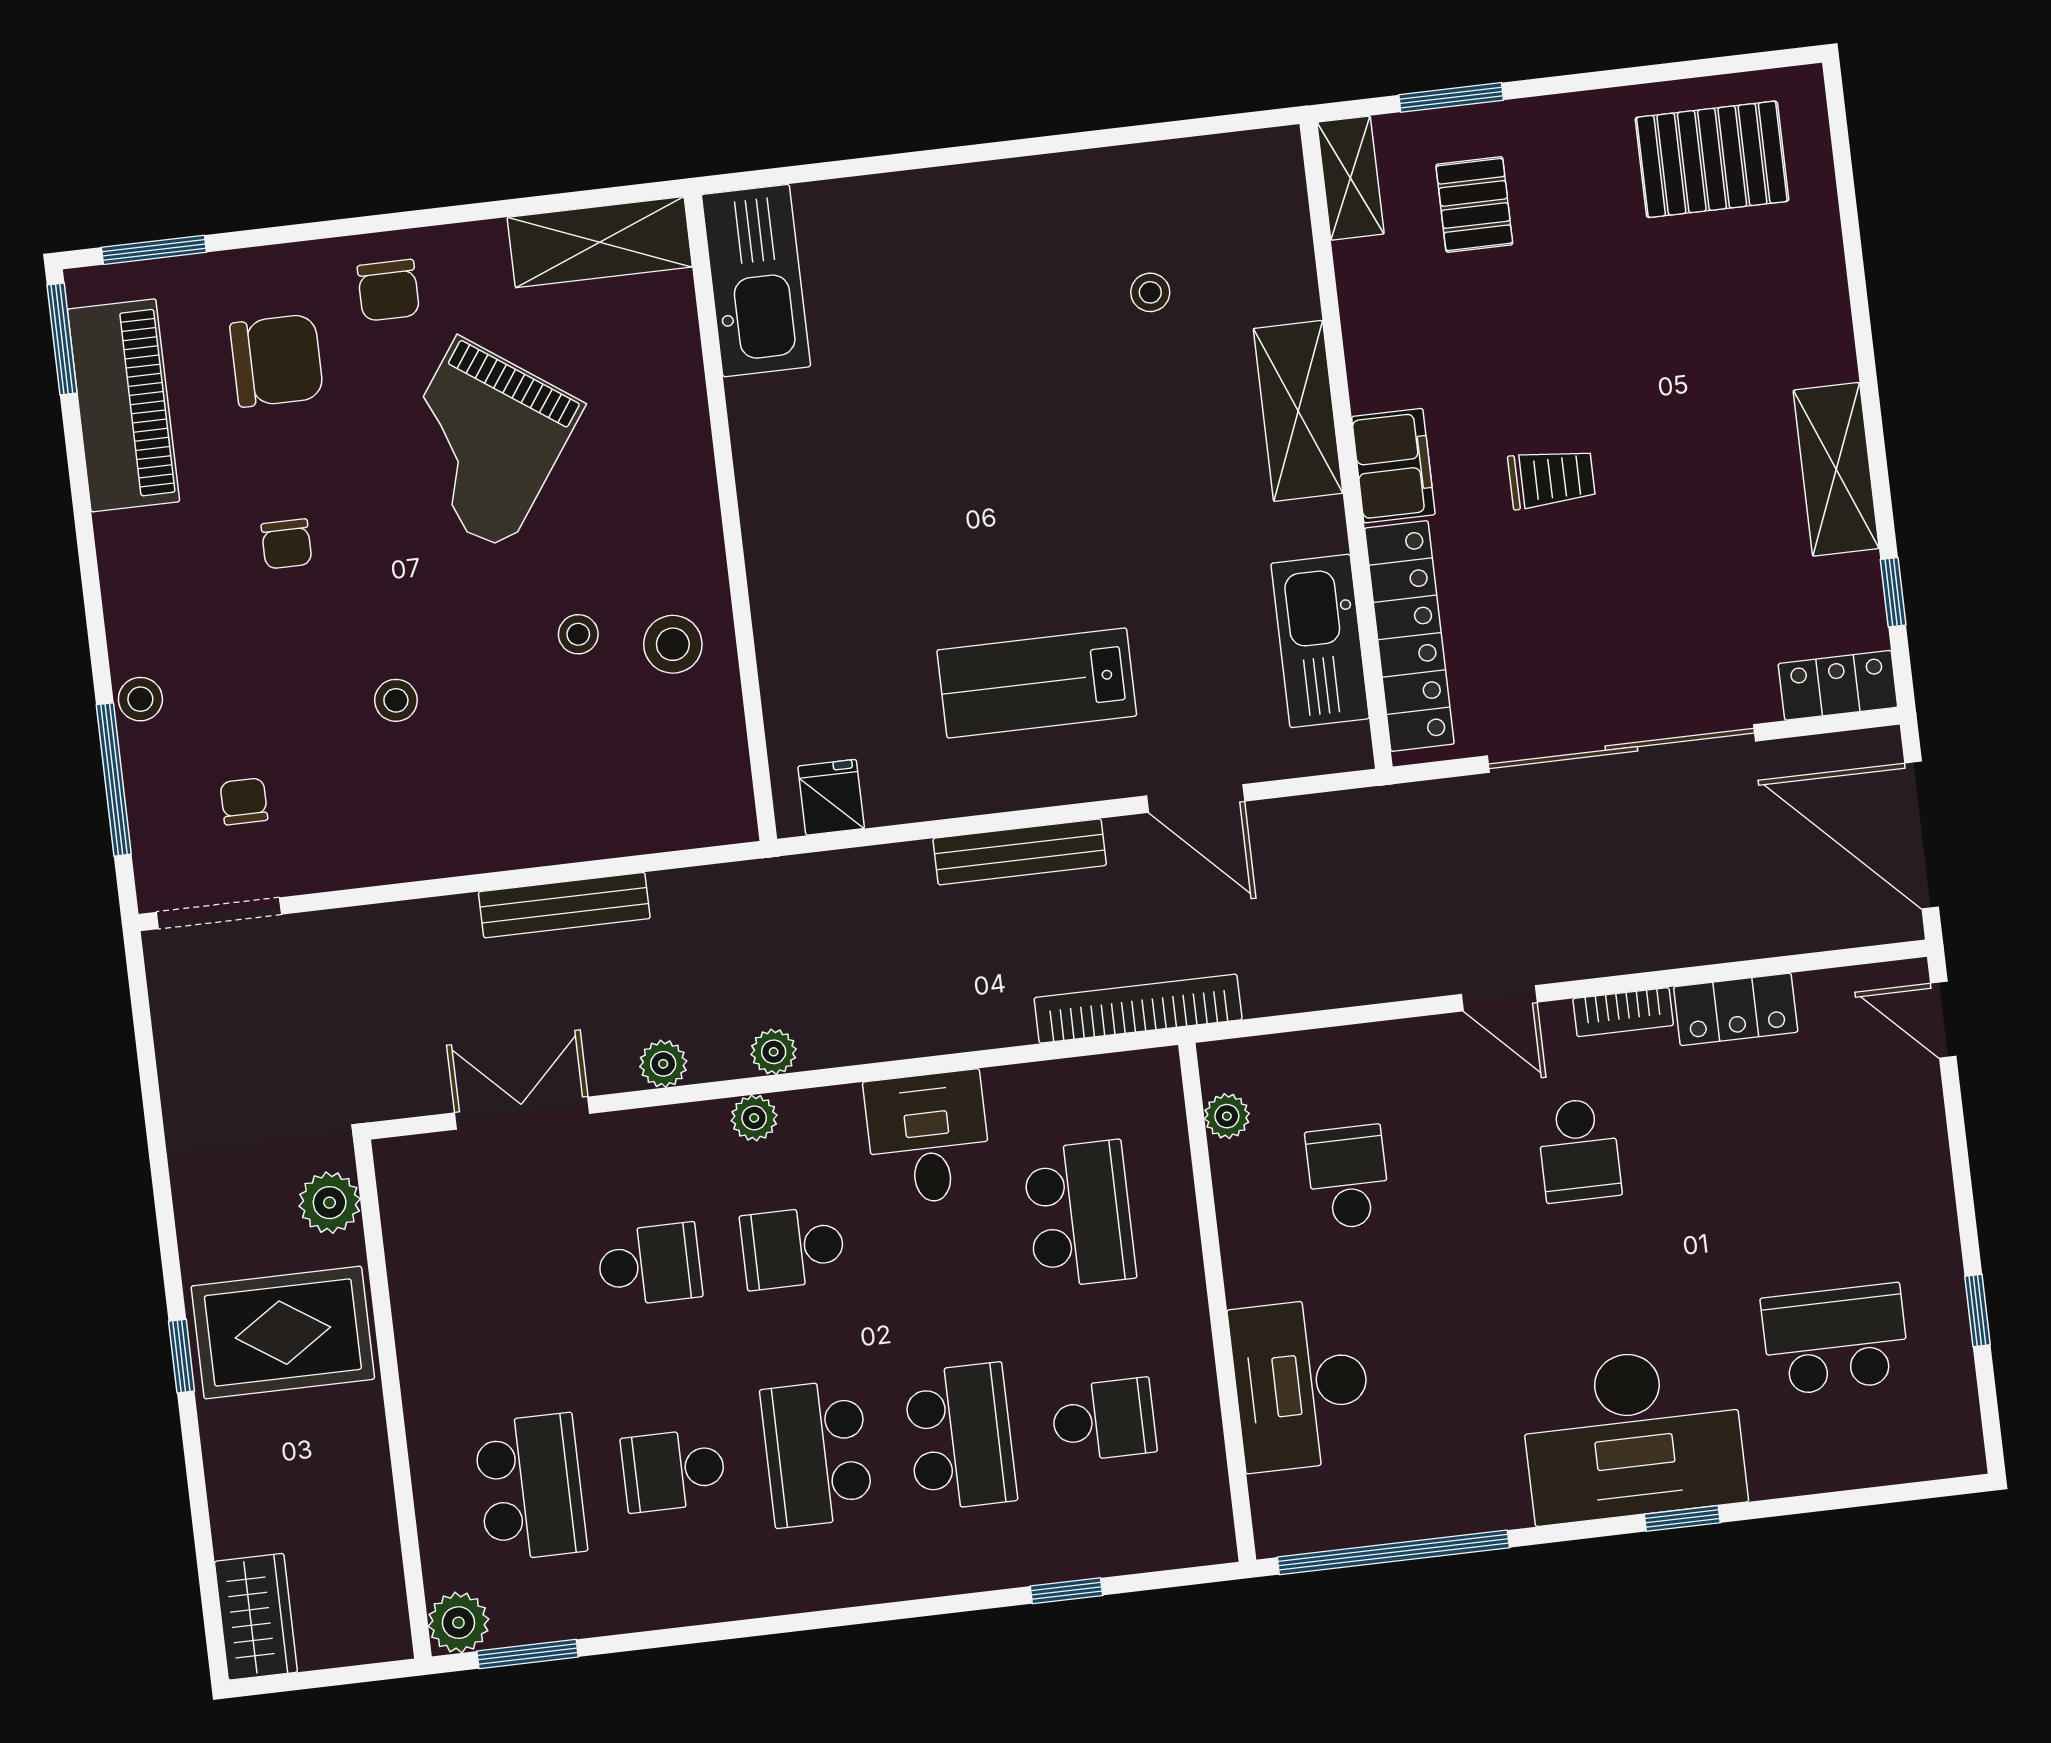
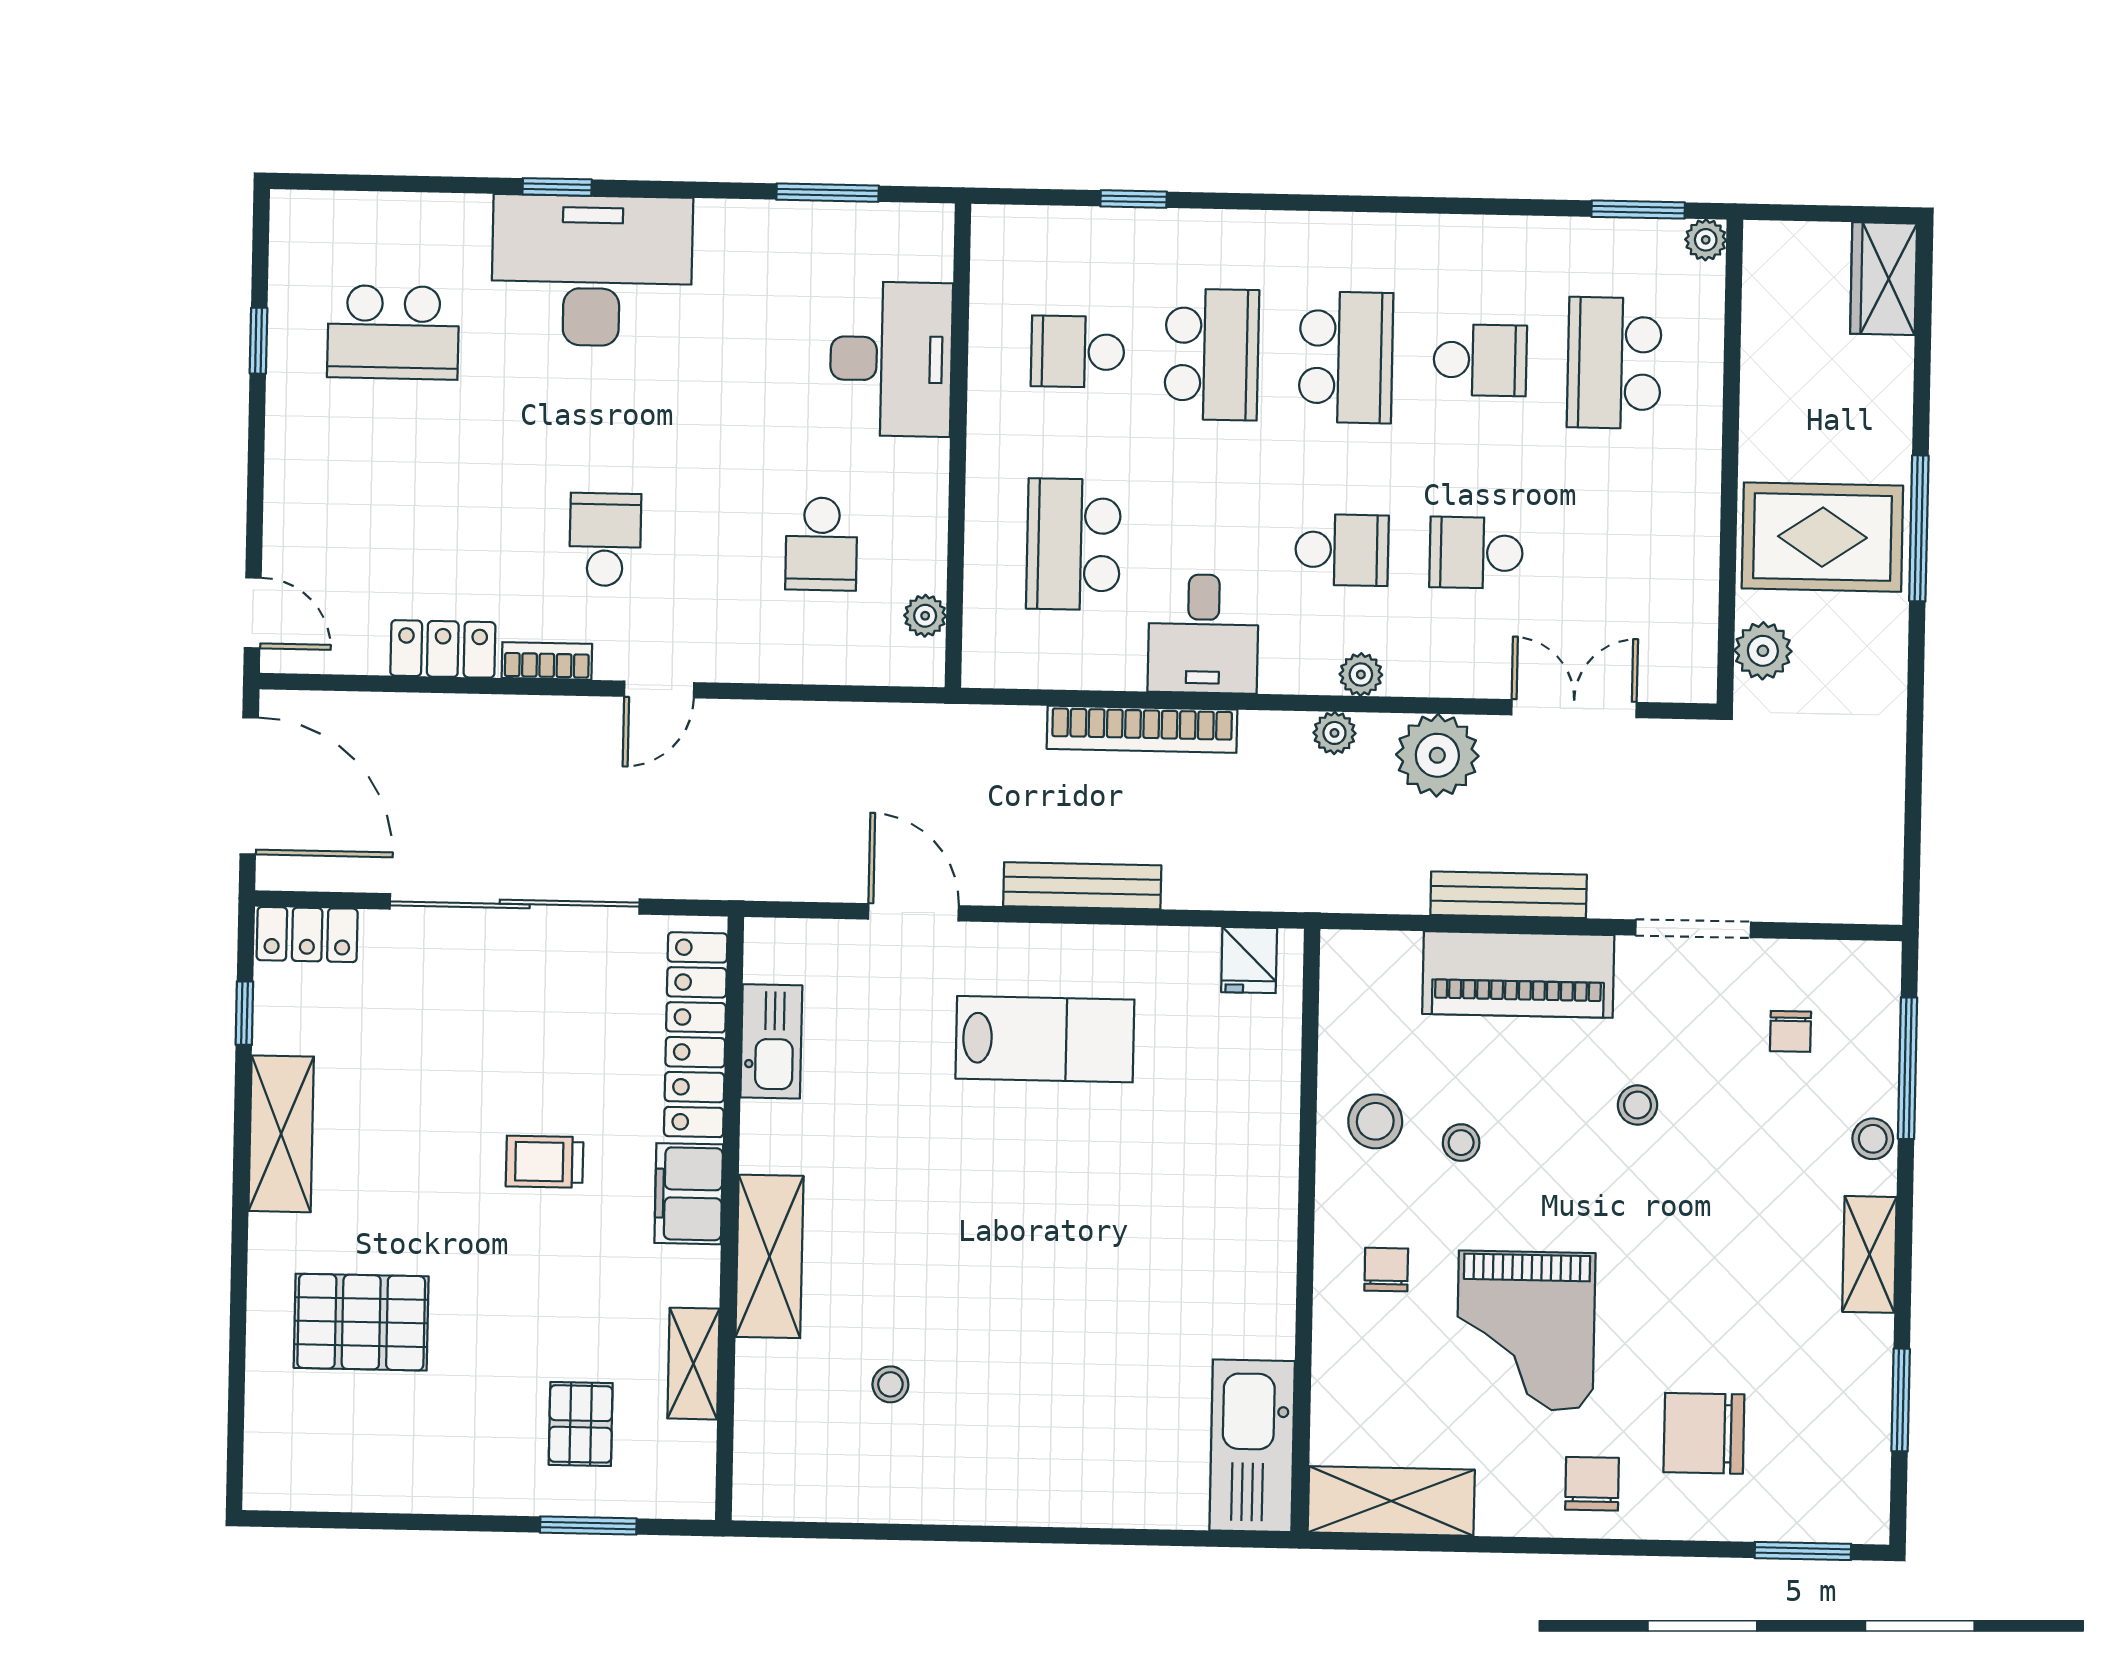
pallet: (1712, 159) -> (361, 1322), moved
shelving: (1350, 178) -> (693, 1364), moved
window: (62, 339) -> (1901, 1400), moved
piano: (123, 405) -> (1518, 975), moved, turned -90
grand piano: (482, 444) -> (1526, 1331), turned 145
chair: (287, 544) -> (1386, 1270), moved
shelving: (127, 576) -> (1869, 1254), added
kitchen sink: (1320, 641) -> (771, 1041), width x0.73, depth x0.81
doorway: (219, 913) -> (1693, 929), moved
door: (1499, 998) -> (659, 689), swing flipped
bookcase: (1138, 1009) -> (1142, 729), moved
plant: (663, 1064) -> (1437, 755), width x1.88, depth x1.88
double door: (522, 1113) -> (1574, 709), swing flipped
window: (182, 1356) -> (1919, 528), width x2.17
school desk: (960, 1437) -> (1212, 354), turned 180
window: (1393, 1552) -> (828, 193), width x0.47
plant: (458, 1623) -> (1706, 240), width x0.73, depth x0.73

